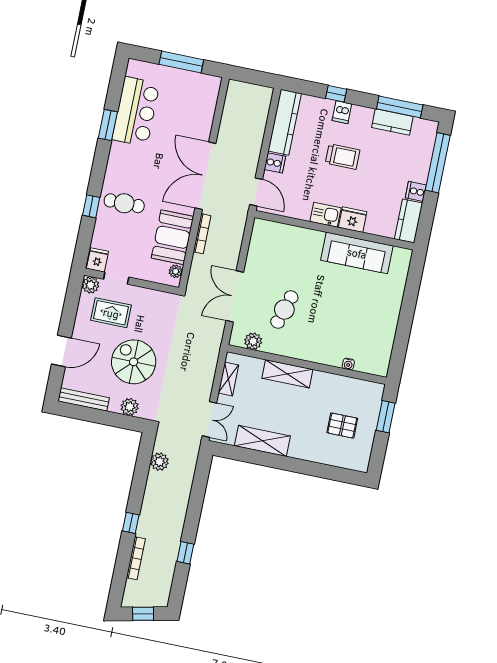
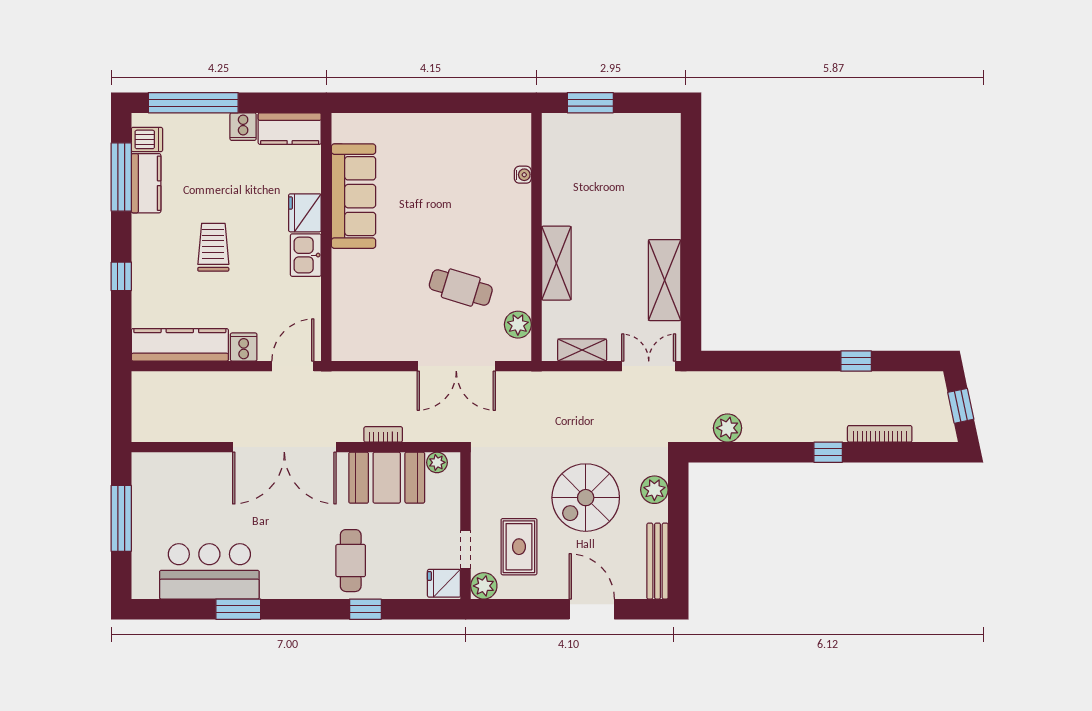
dishwasher: (342, 112) -> (147, 139), moved
bookcase: (202, 234) -> (383, 434), width x0.64
pallet: (342, 426) -> (617, 165), removed

